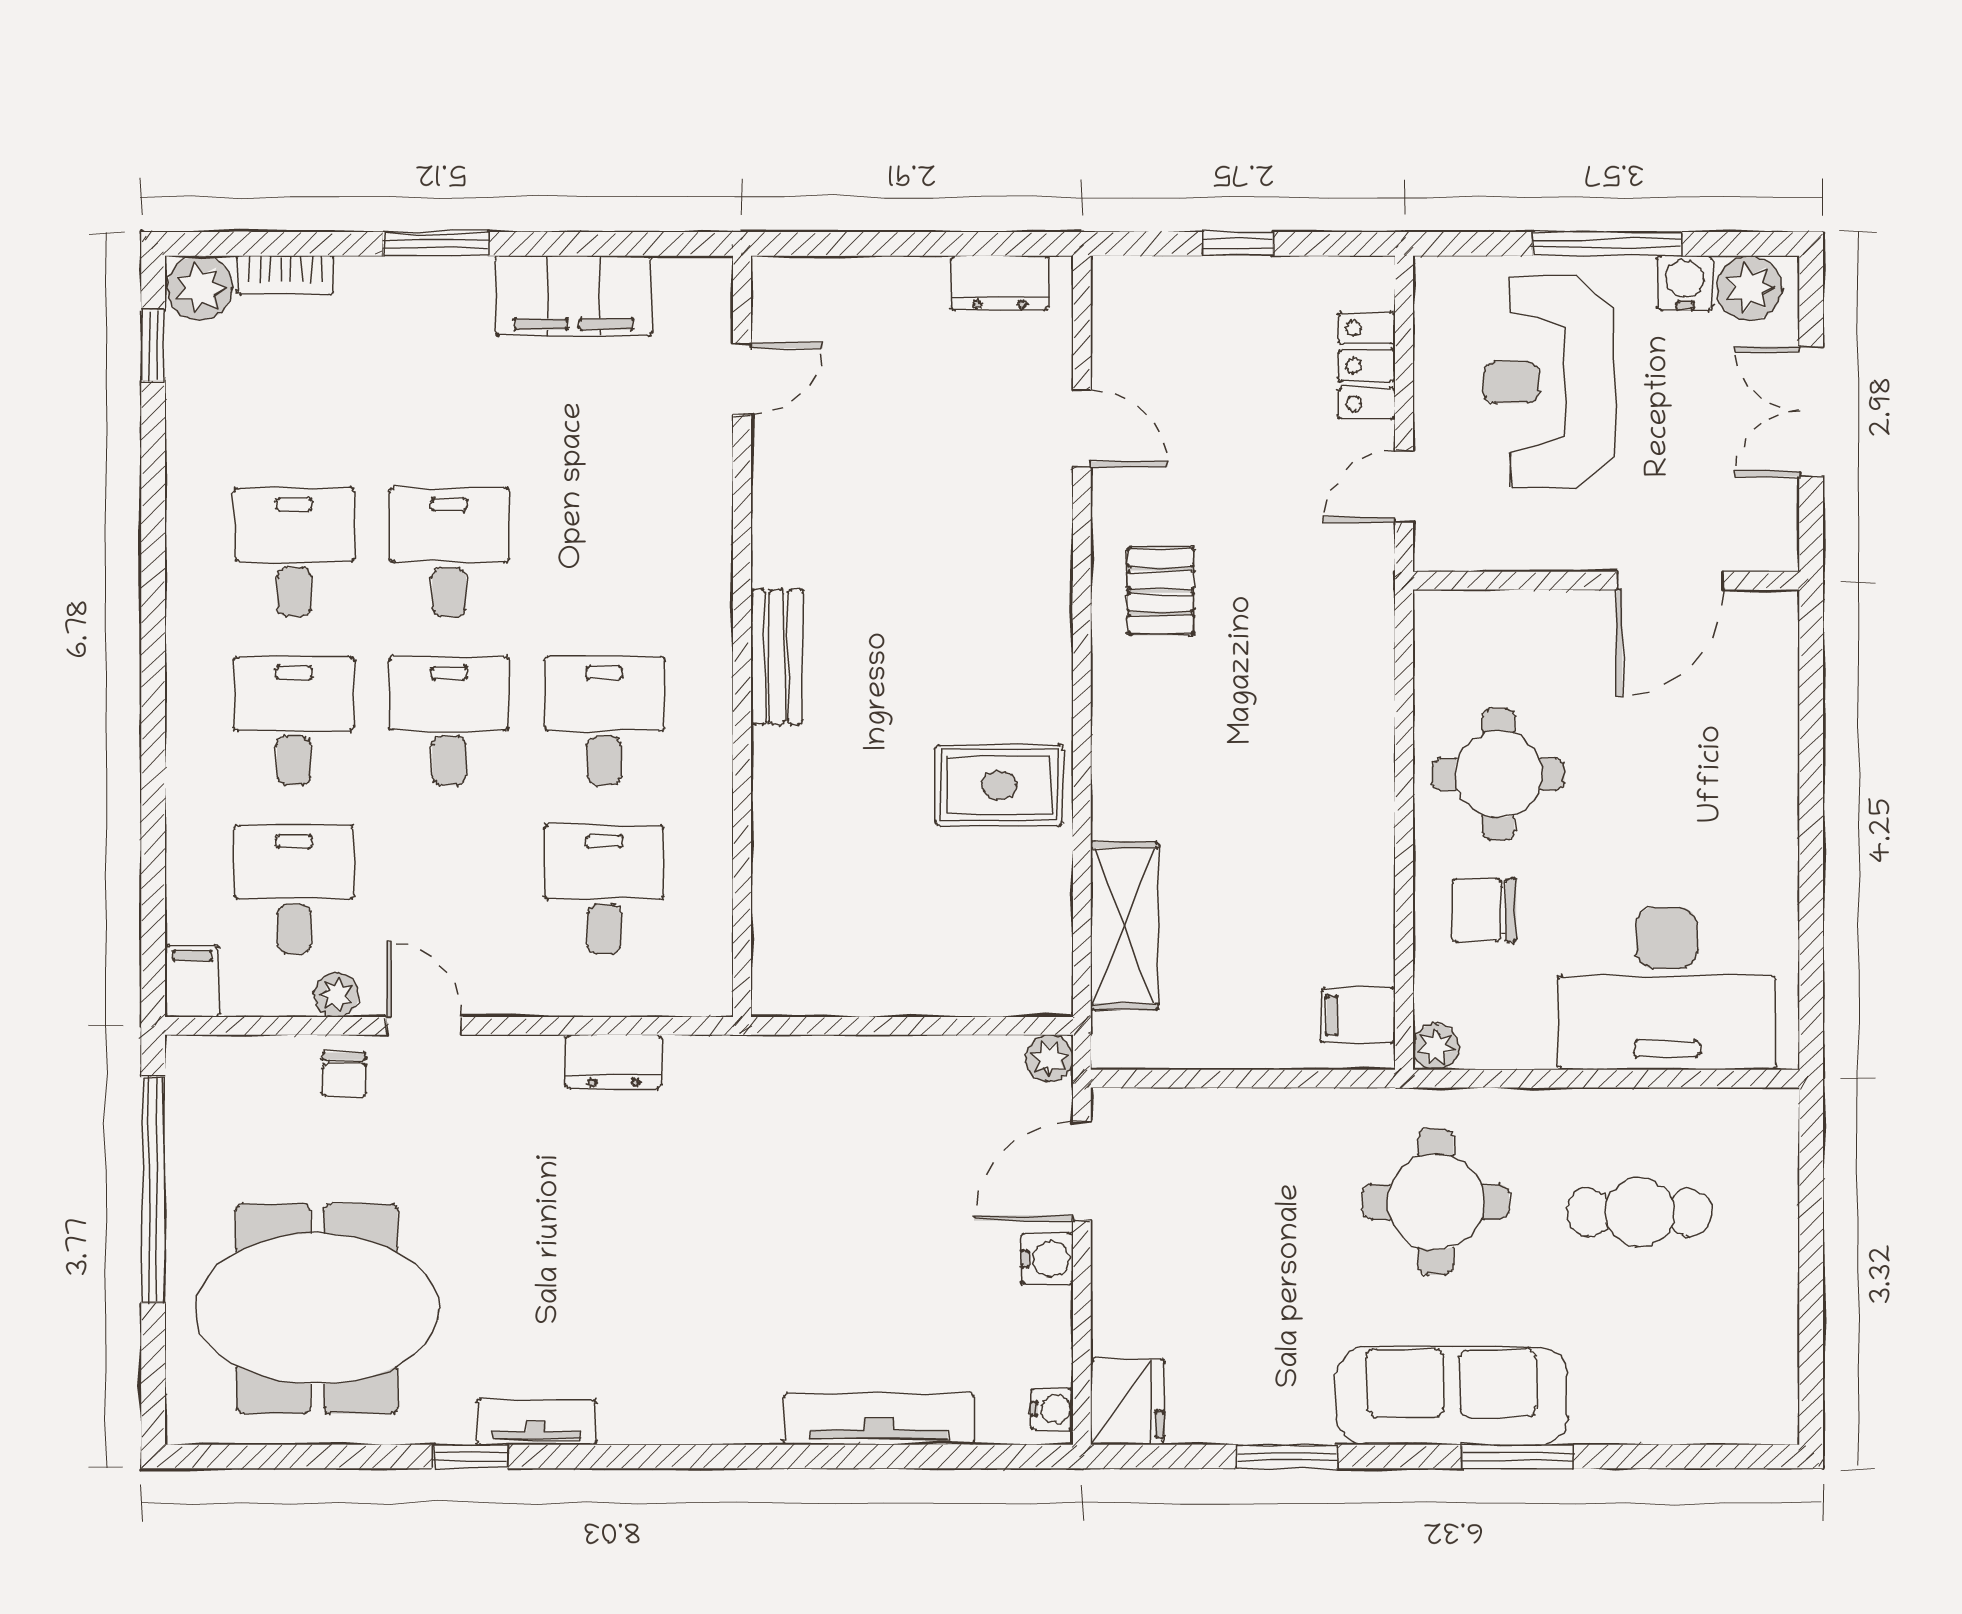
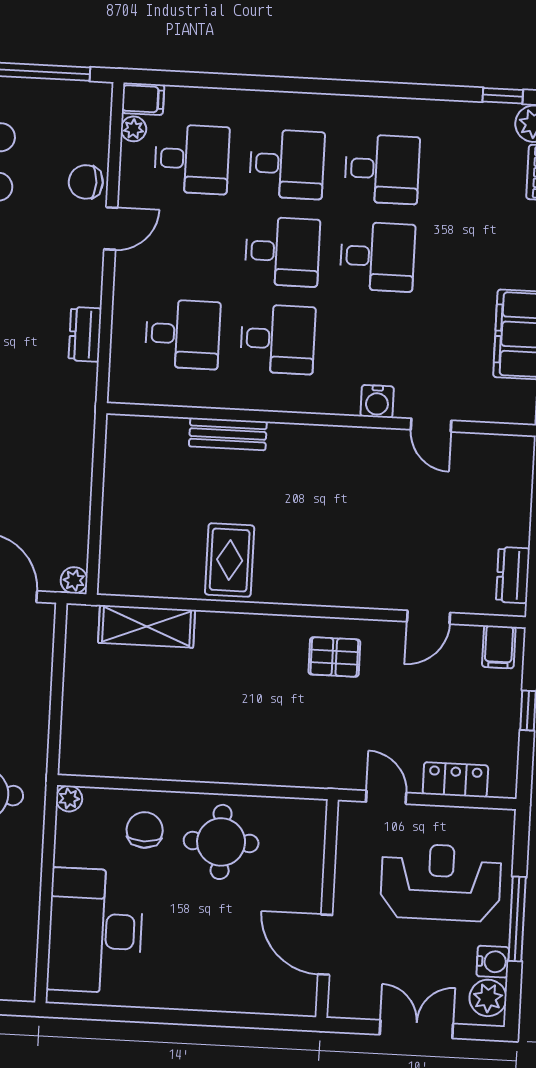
door: (742, 379) -> (431, 425), moved
water cooler: (705, 539) -> (377, 401), added
bench: (777, 657) -> (228, 434), moved
plant: (336, 995) -> (134, 129), moved
filing cabinet: (1358, 1016) -> (499, 647), moved, turned 180
chair: (344, 1074) -> (86, 182), width x1.37, depth x1.37

